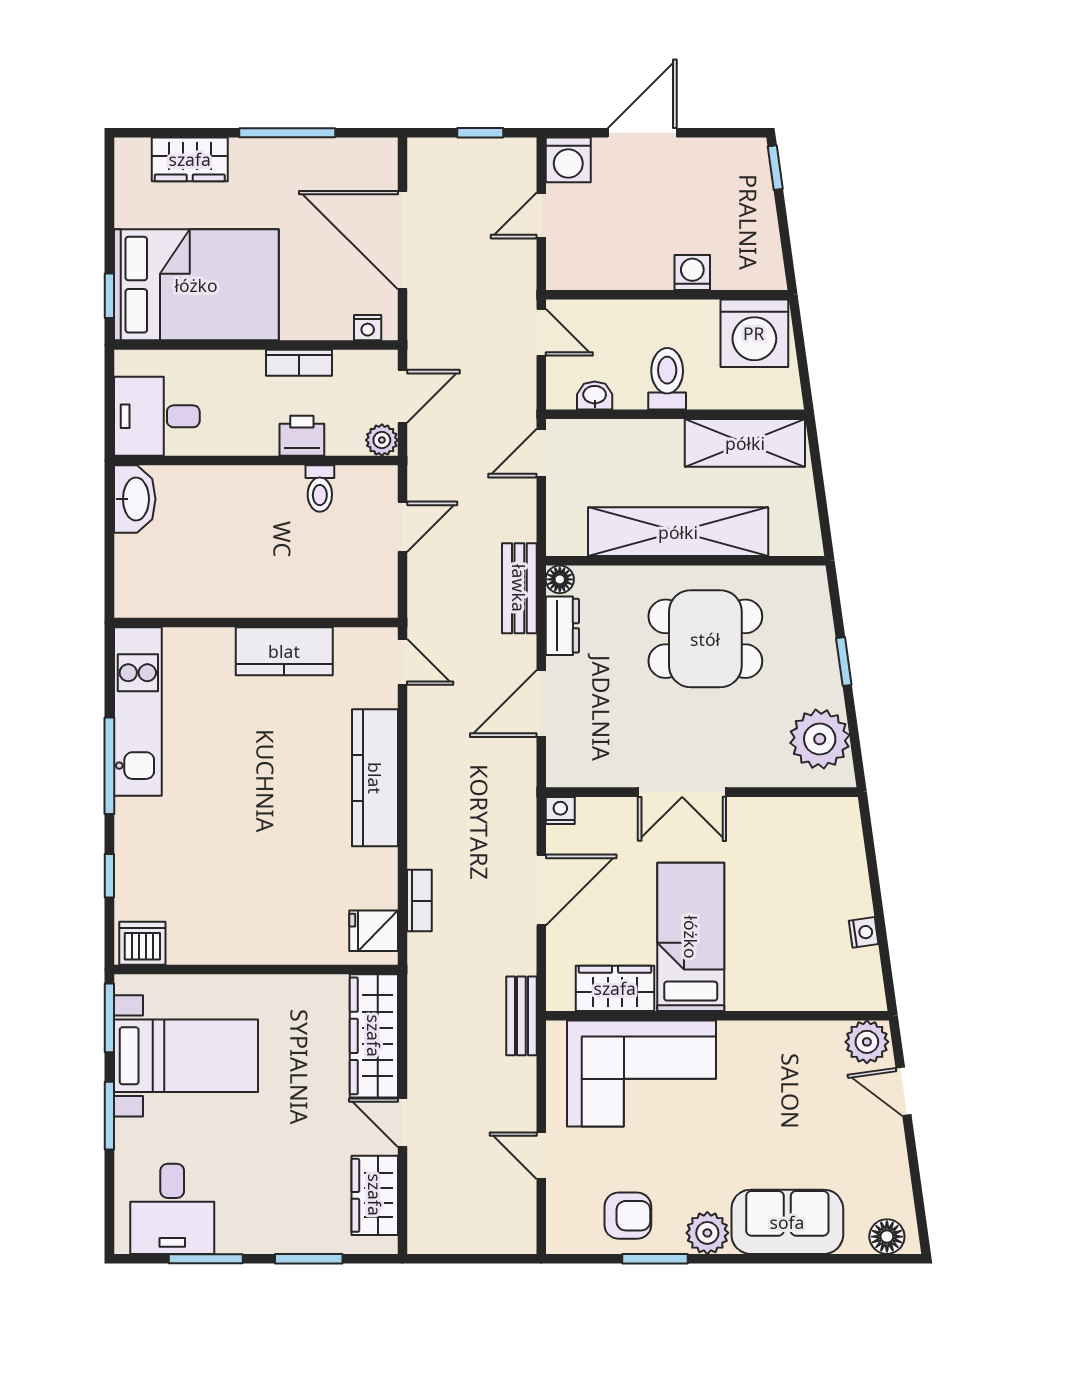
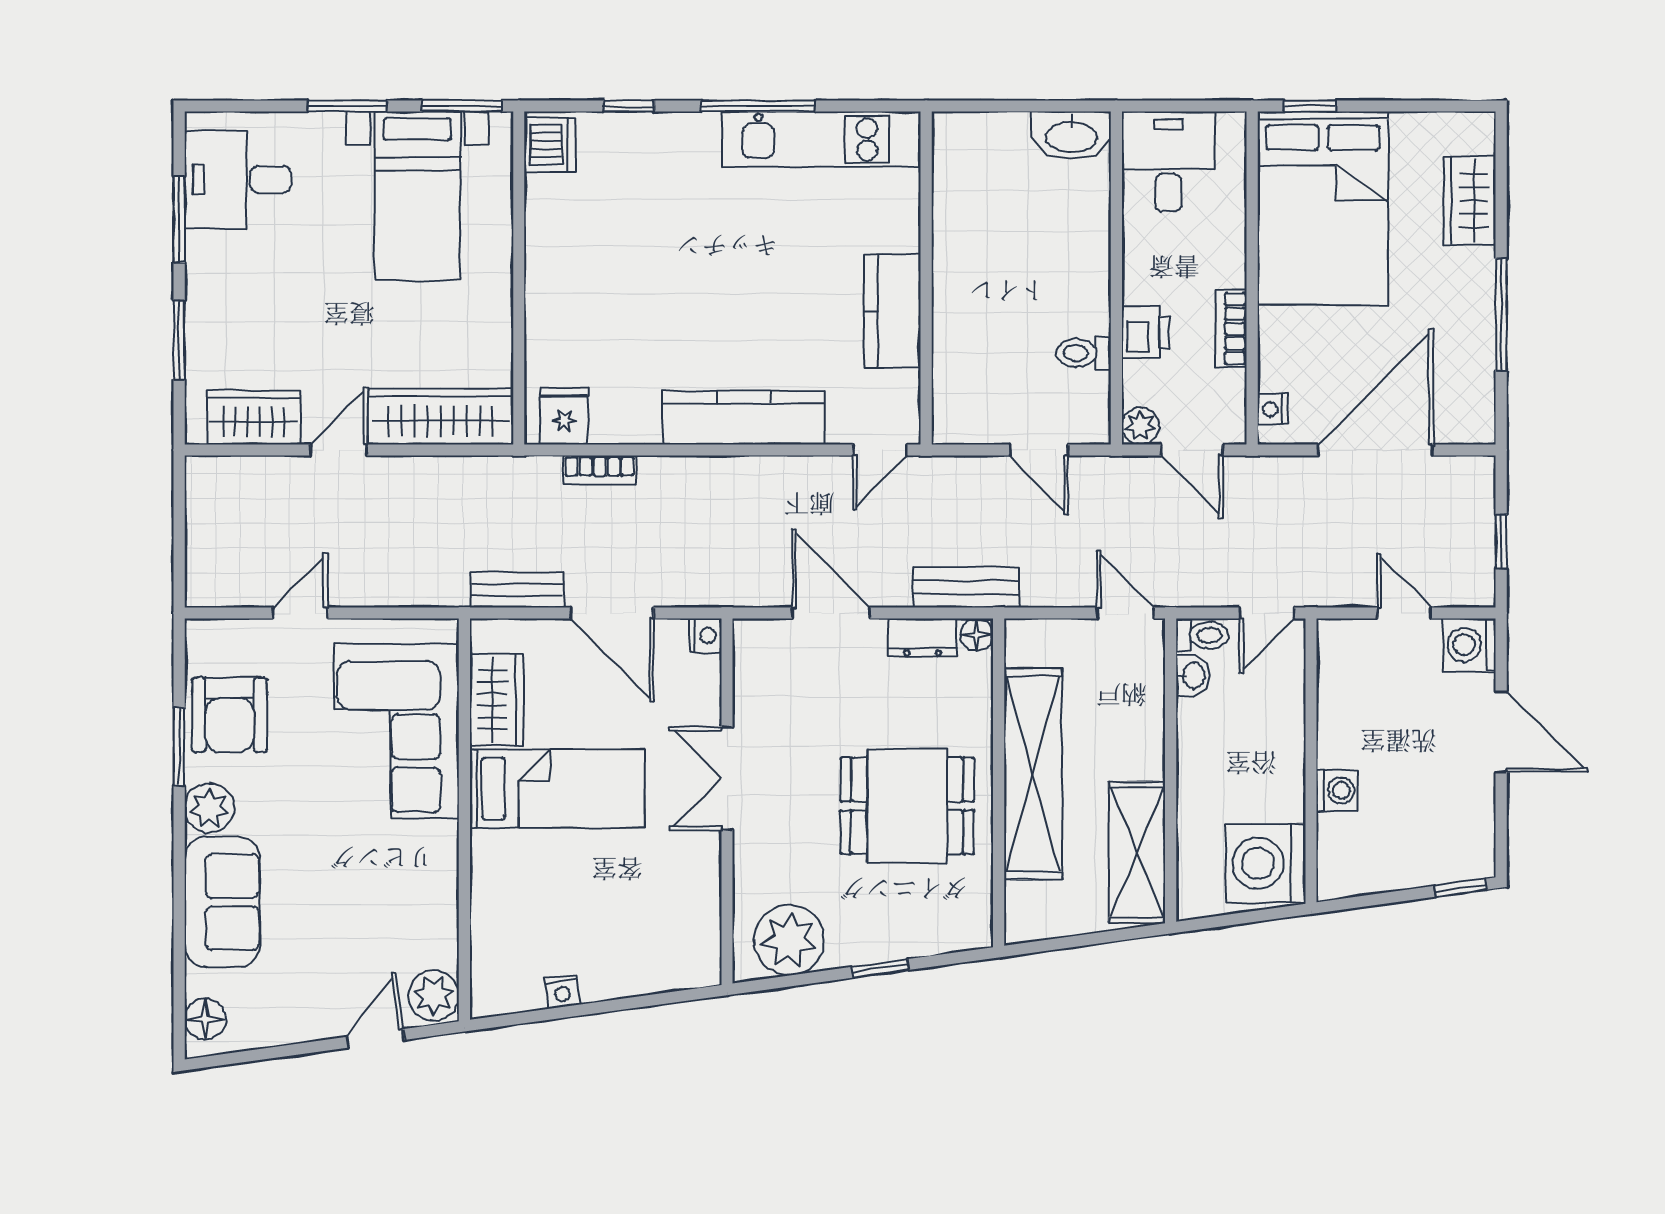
toilet: (667, 379) -> (1202, 635), moved, width x0.73, depth x0.72
dining table: (705, 639) -> (907, 806), turned 90
bench: (521, 1016) -> (517, 590), moved
armchair: (628, 1216) -> (230, 715), width x1.38, depth x1.38

